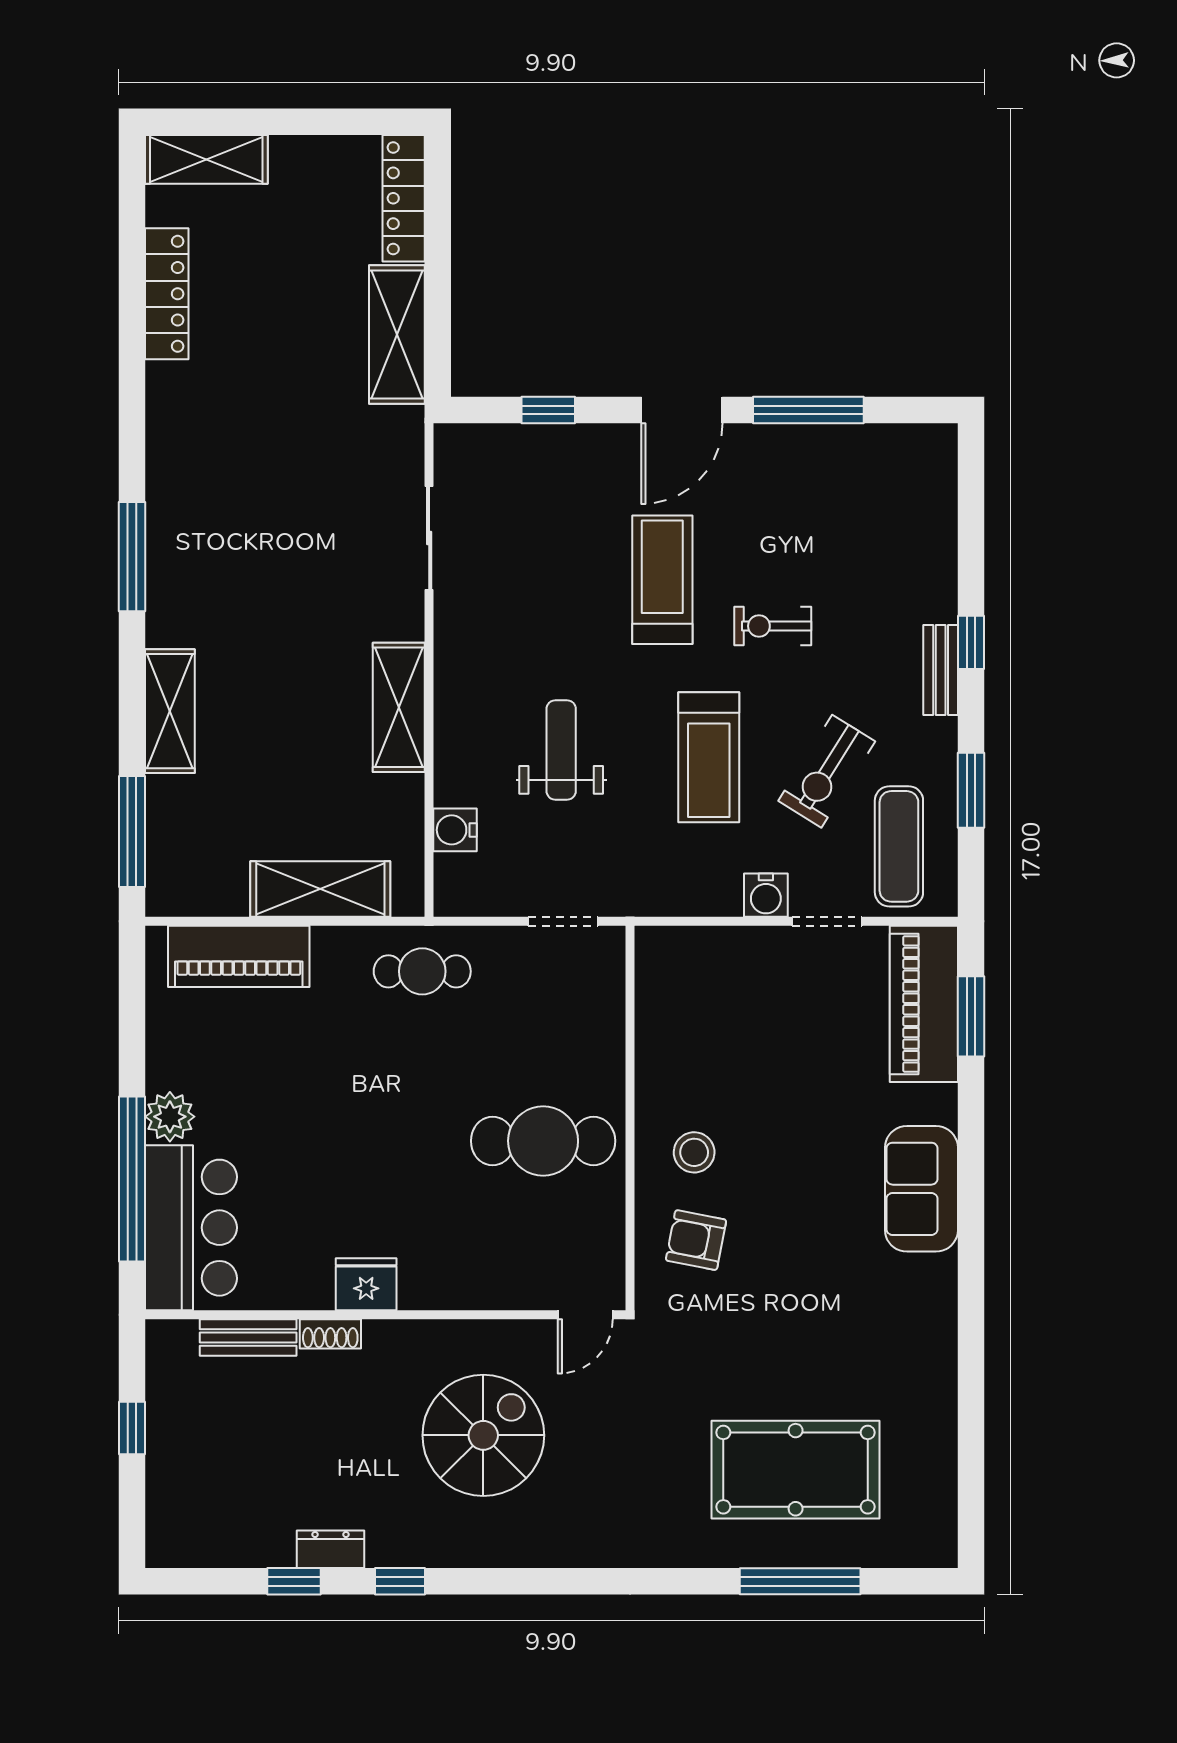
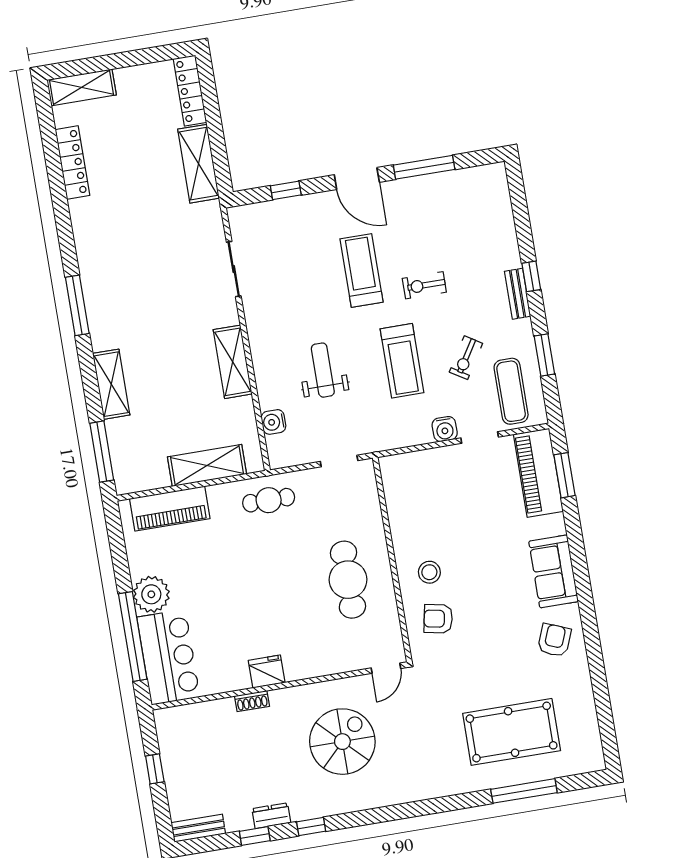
door: (682, 410) -> (357, 178), hinge flipped
exercise bike: (827, 771) -> (466, 358), width x0.73, depth x0.72
plant: (170, 1117) -> (151, 594), width x1.36, depth x1.36
cafe table: (543, 1141) -> (348, 580), turned 90
armchair: (902, 1315) -> (554, 640), added
bench: (248, 1337) -> (198, 828), moved

